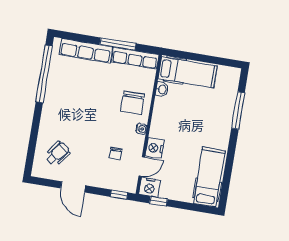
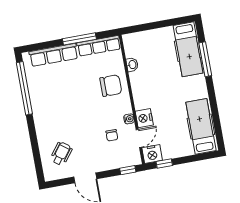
hospital bed: (188, 72) -> (188, 49), moved, turned 90
chair: (133, 103) -> (111, 86), turned -90
water cooler: (141, 129) -> (129, 119), moved

